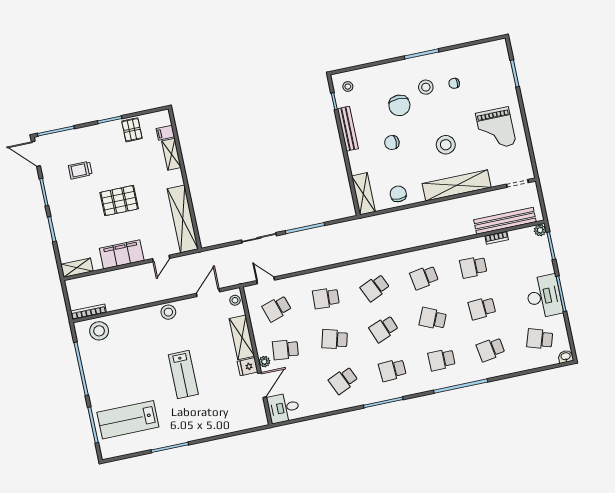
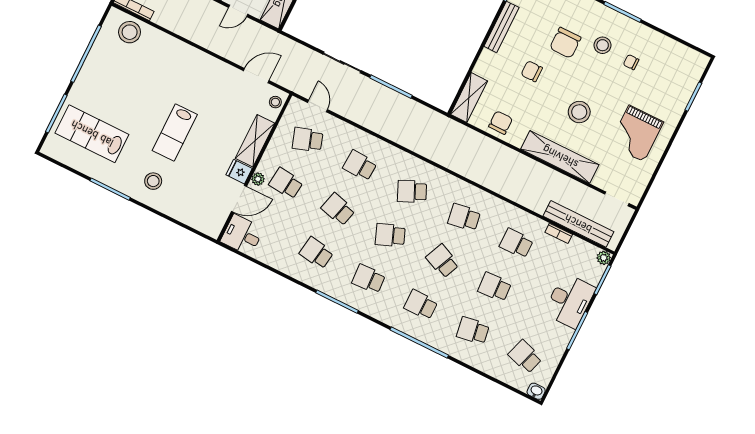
desk: (544, 296) -> (570, 301), moved
stool: (168, 312) -> (153, 181), moved
school desk: (343, 380) -> (316, 253), turned 33

